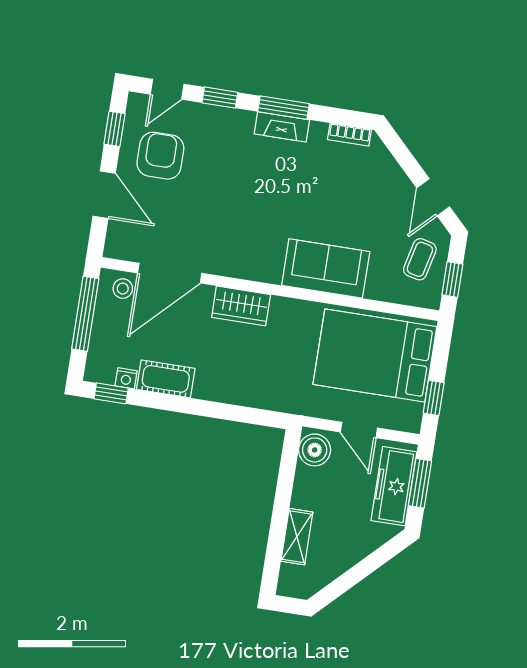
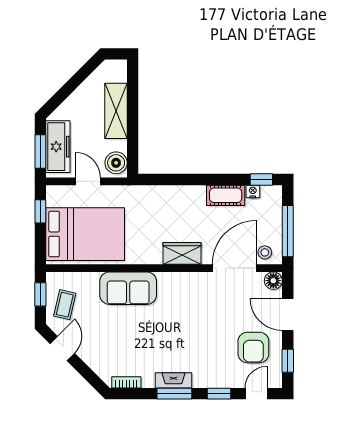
floor lamp: (117, 246) -> (273, 281), added
shelving: (297, 537) -> (116, 111), width x1.50, depth x1.33

